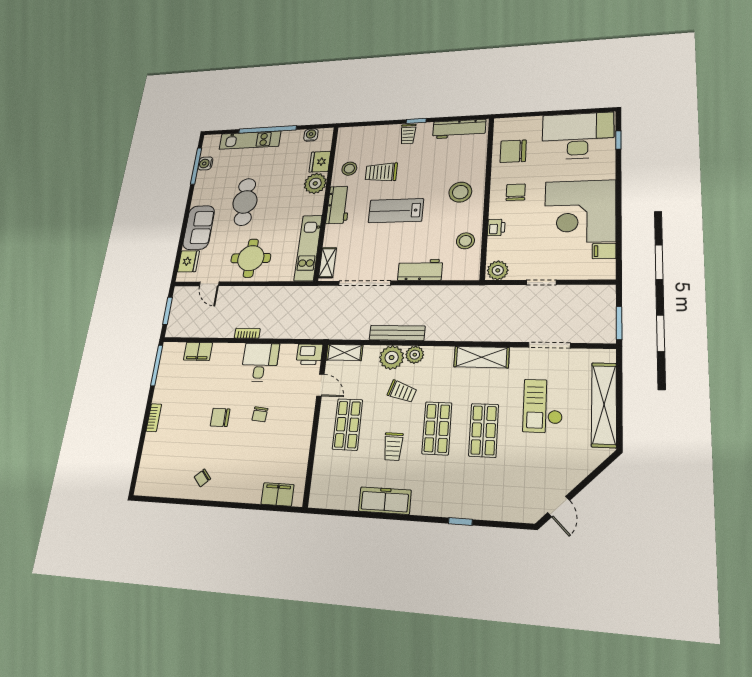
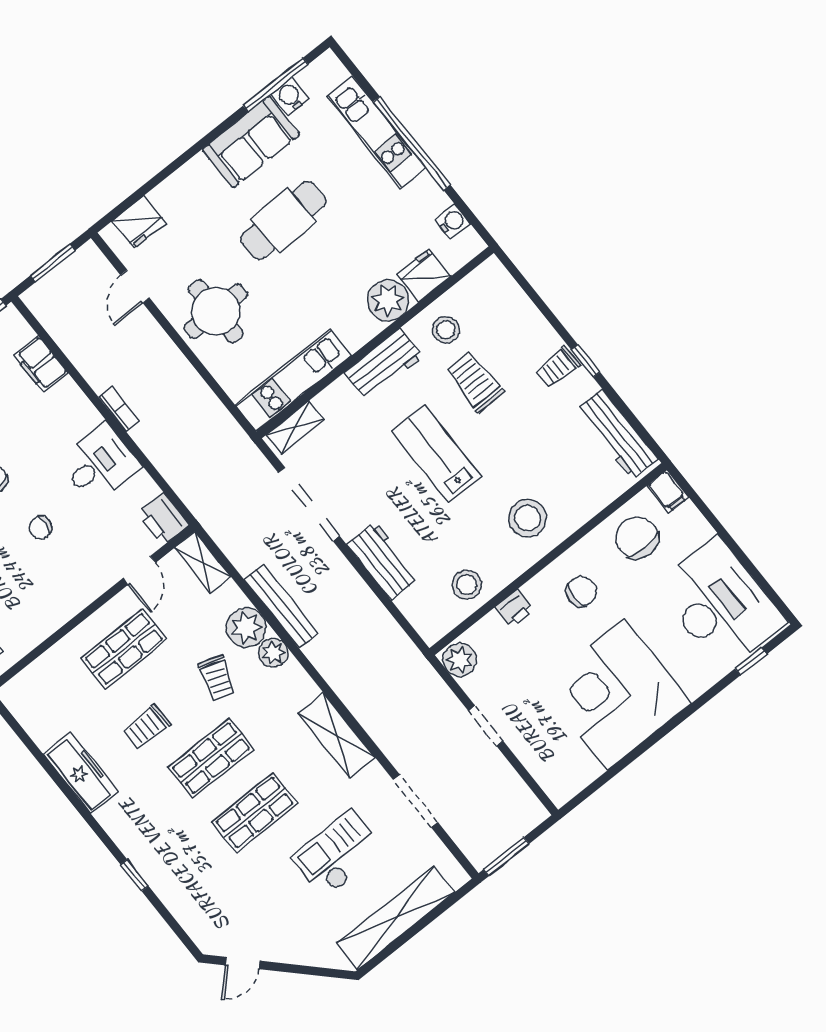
sofa: (199, 227) -> (251, 142), moved
filing cabinet: (604, 251) -> (667, 491), moved, turned 180

